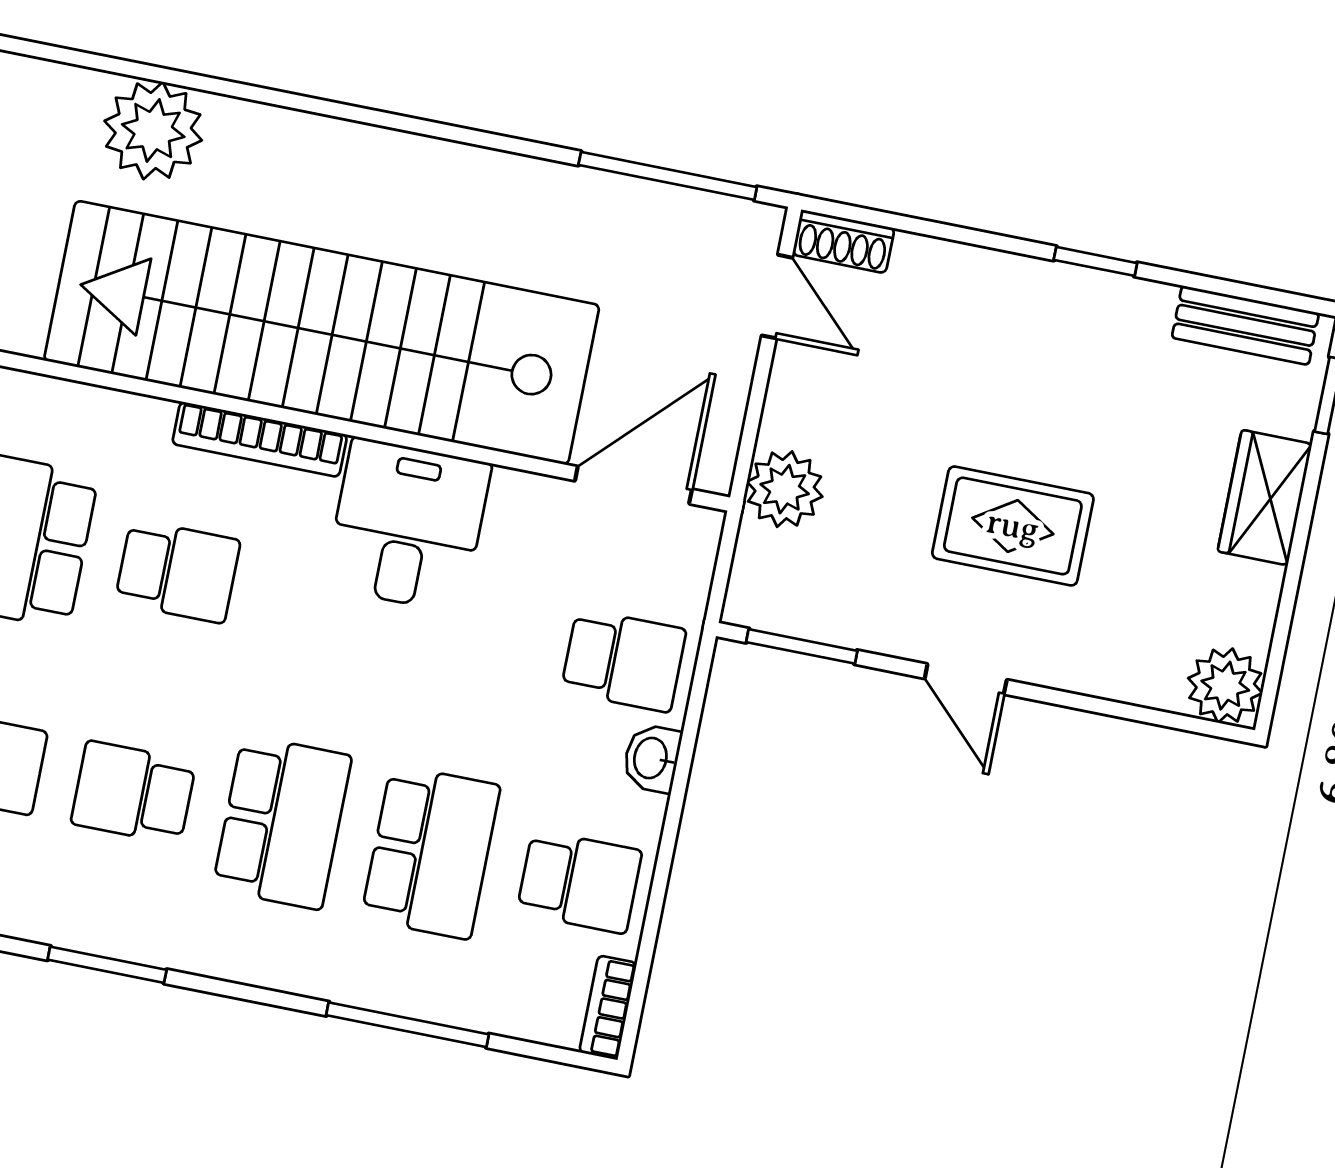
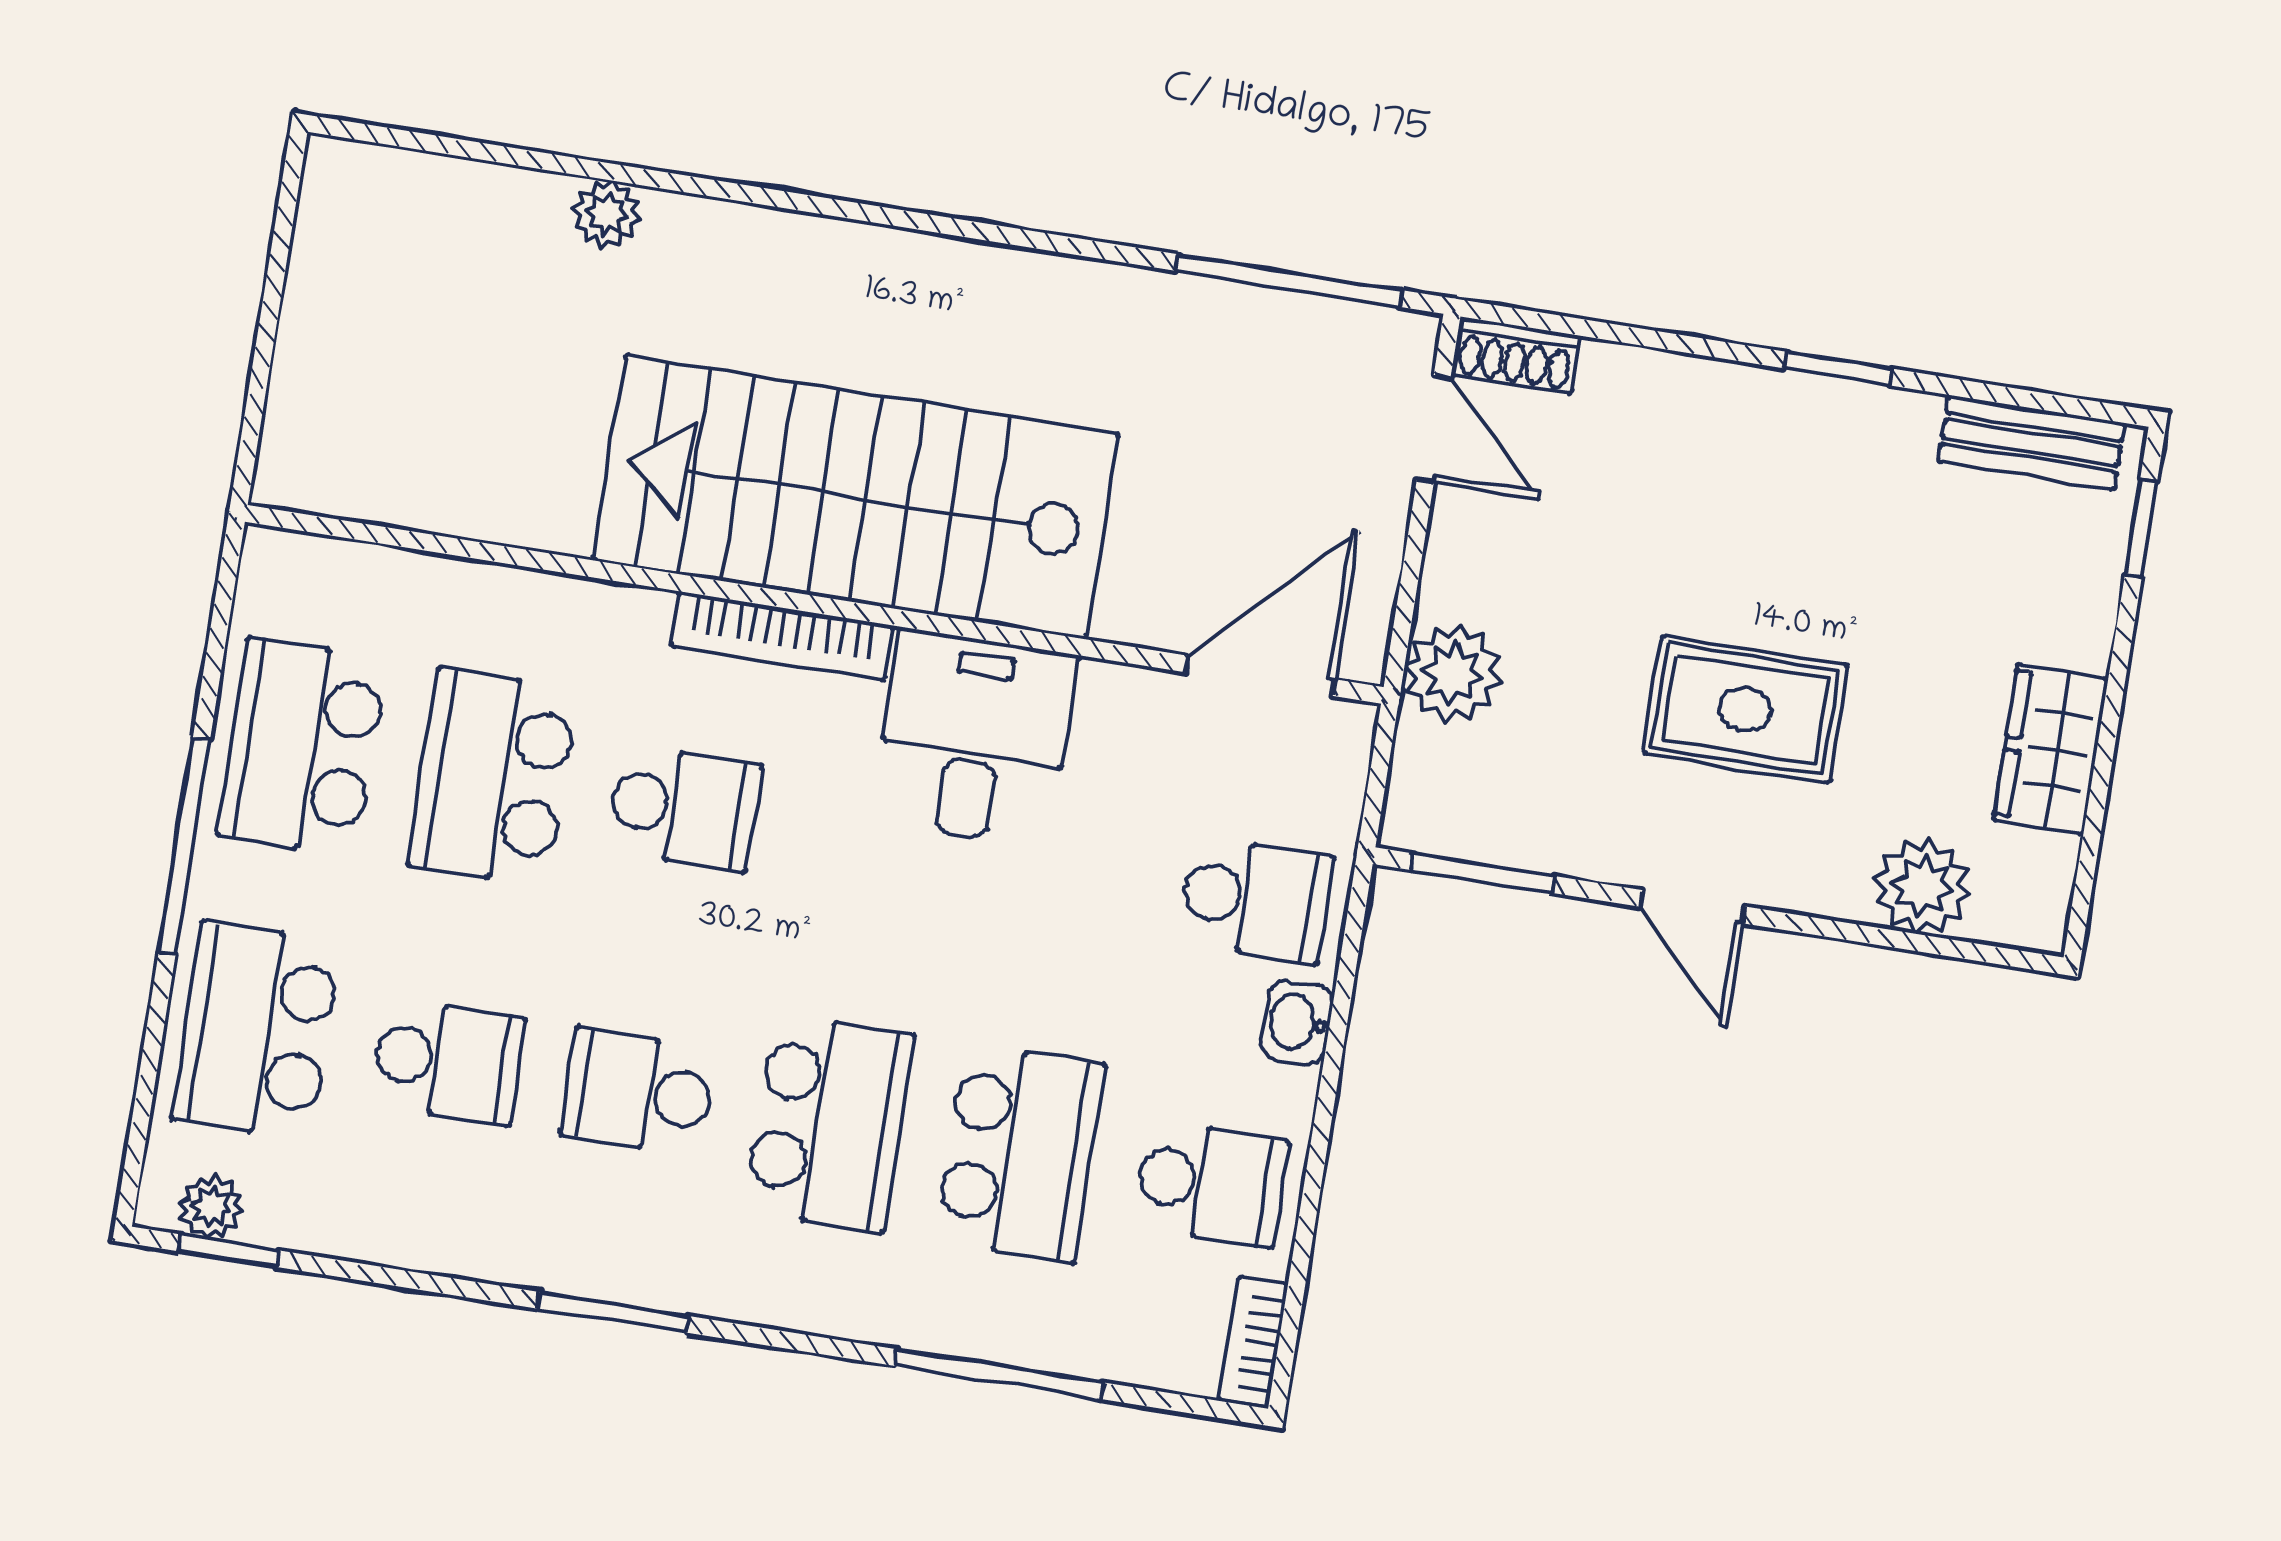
plant: (153, 131) -> (607, 214), width x0.53, depth x0.53
stairs: (322, 333) -> (856, 497), width x0.73
wardrobe: (1265, 498) -> (2051, 750), moved
plant: (1225, 686) -> (1922, 886), moved

